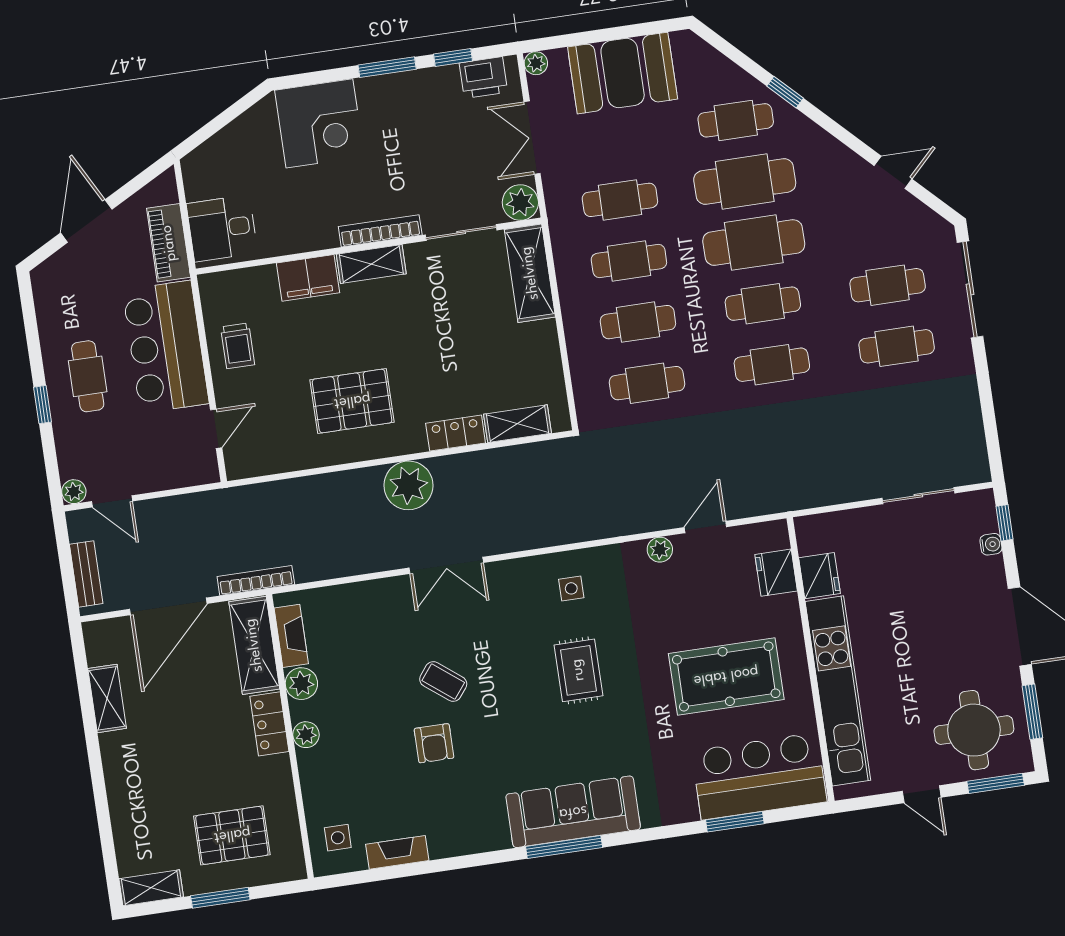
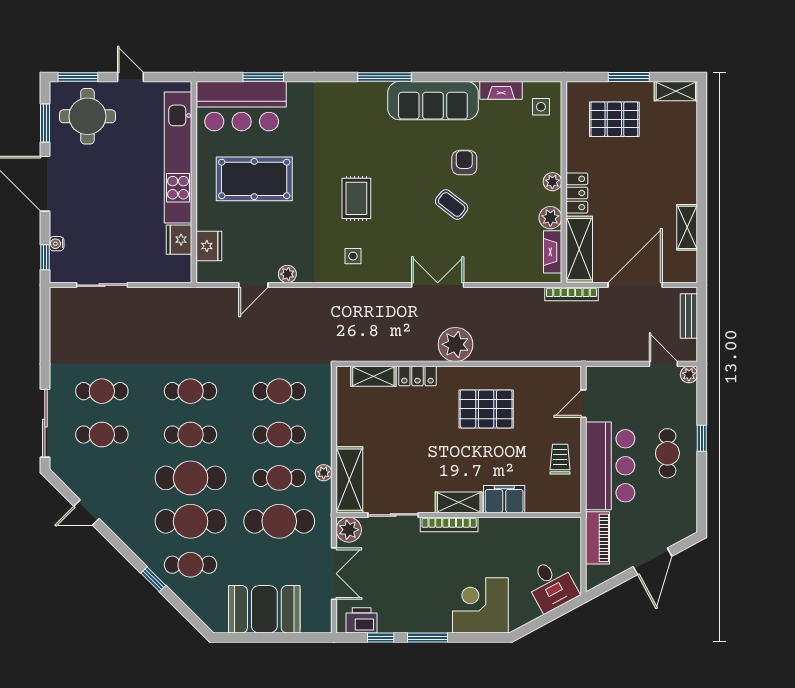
plant: (536, 63) -> (324, 473), moved
cafe table: (620, 200) -> (279, 521), width x1.37, depth x1.35
desk: (222, 228) -> (552, 585), moved, turned 62
sofa: (573, 812) -> (433, 101), moved

